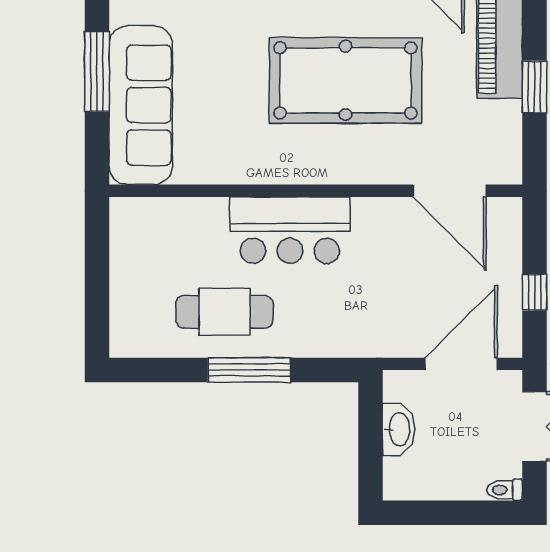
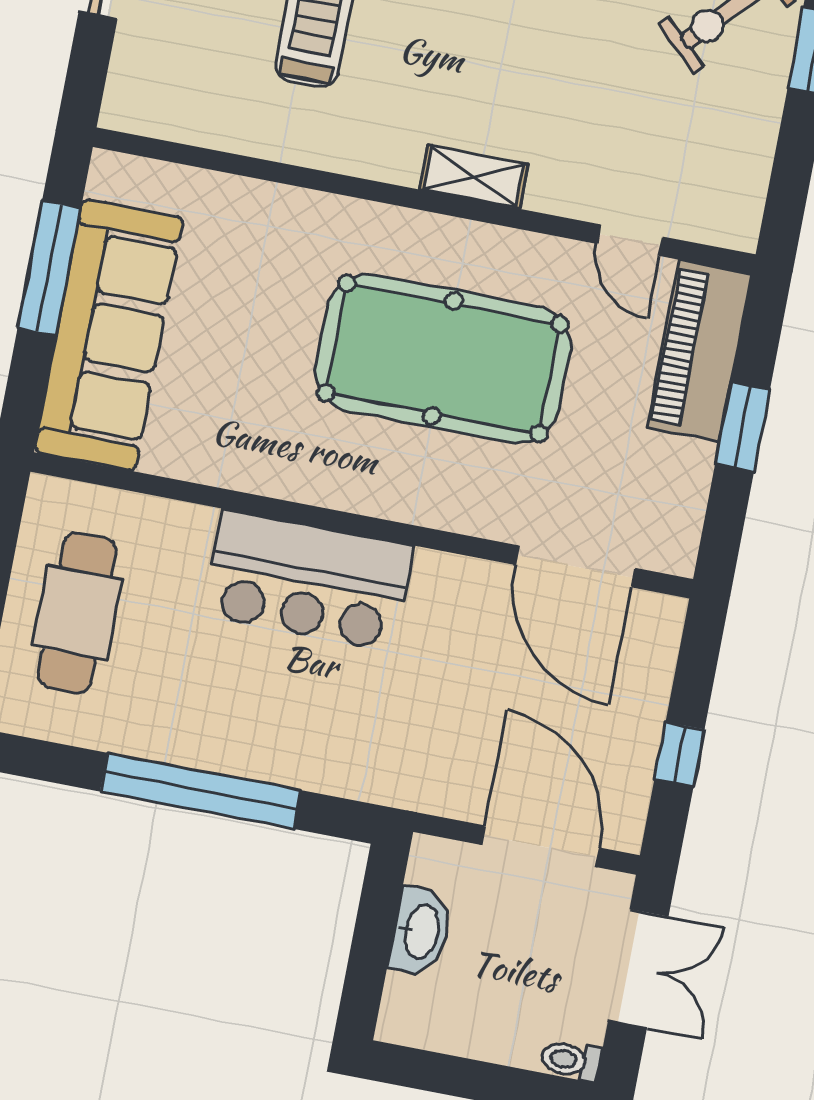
cafe table: (225, 312) -> (77, 613), moved, turned 90
door: (461, 364) -> (541, 846), hinge flipped
window: (249, 370) -> (201, 791), width x1.46

